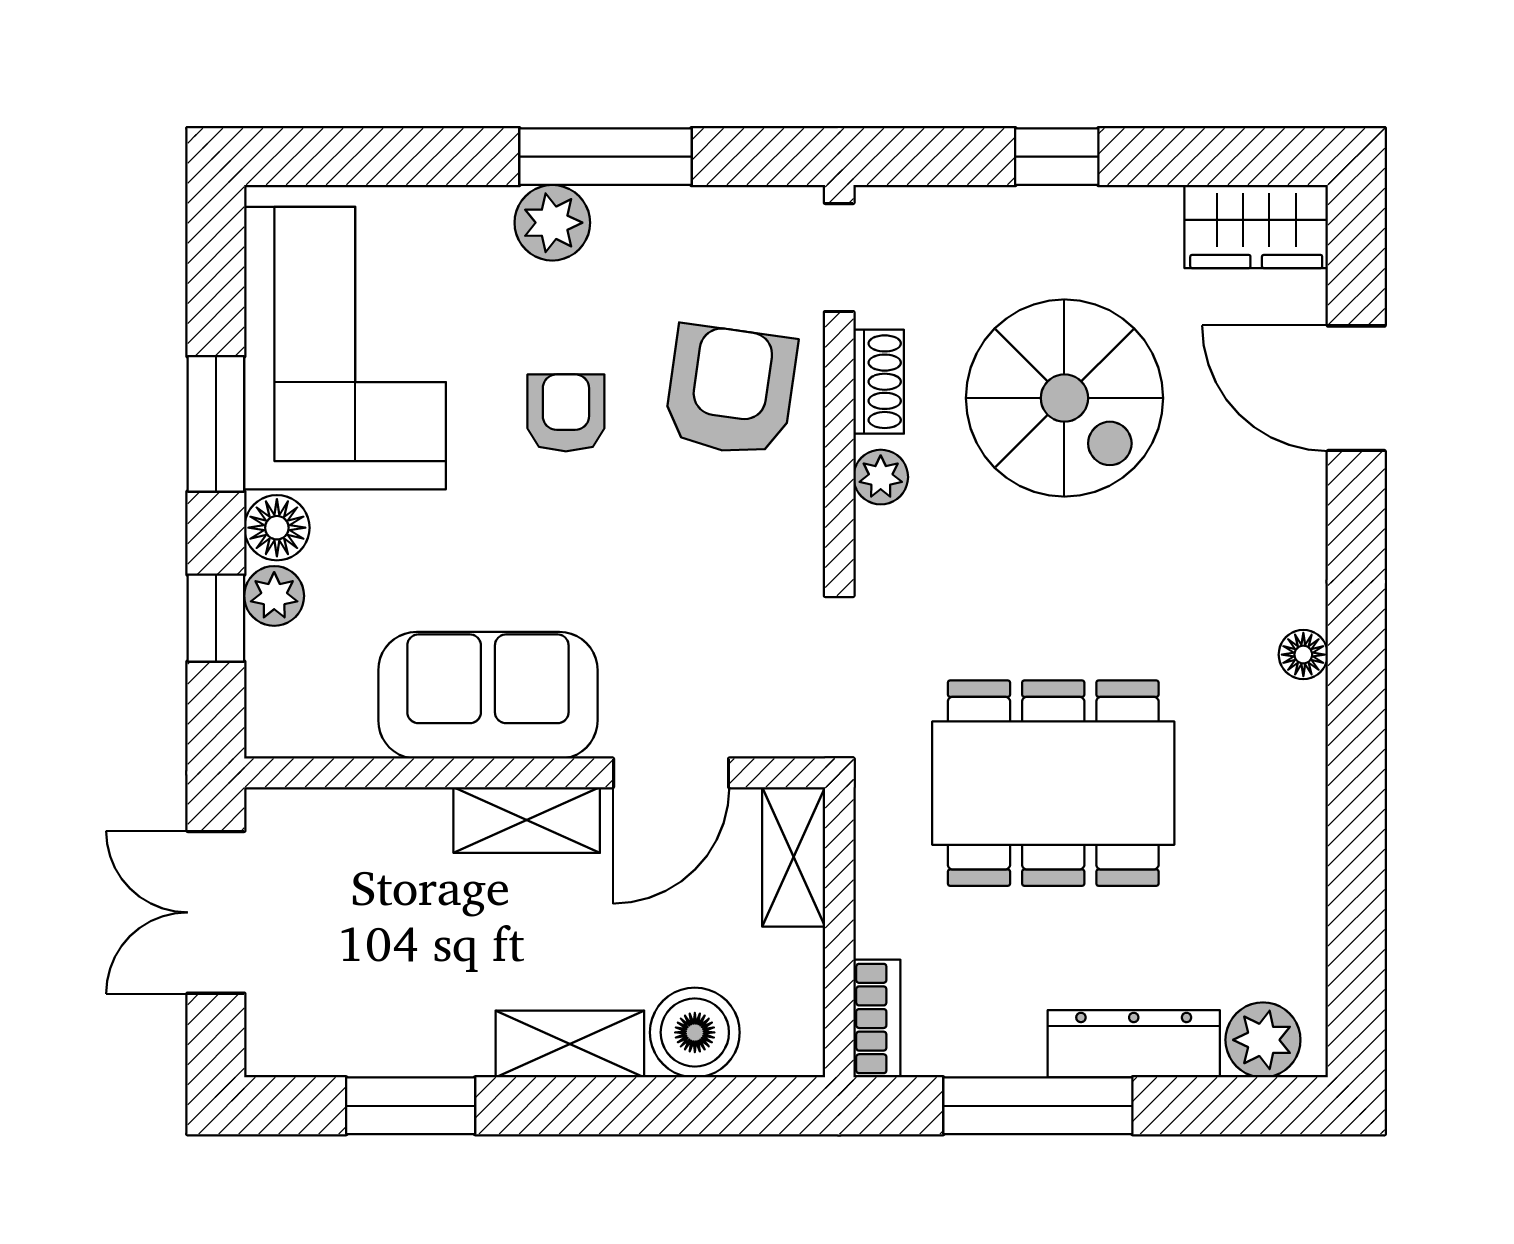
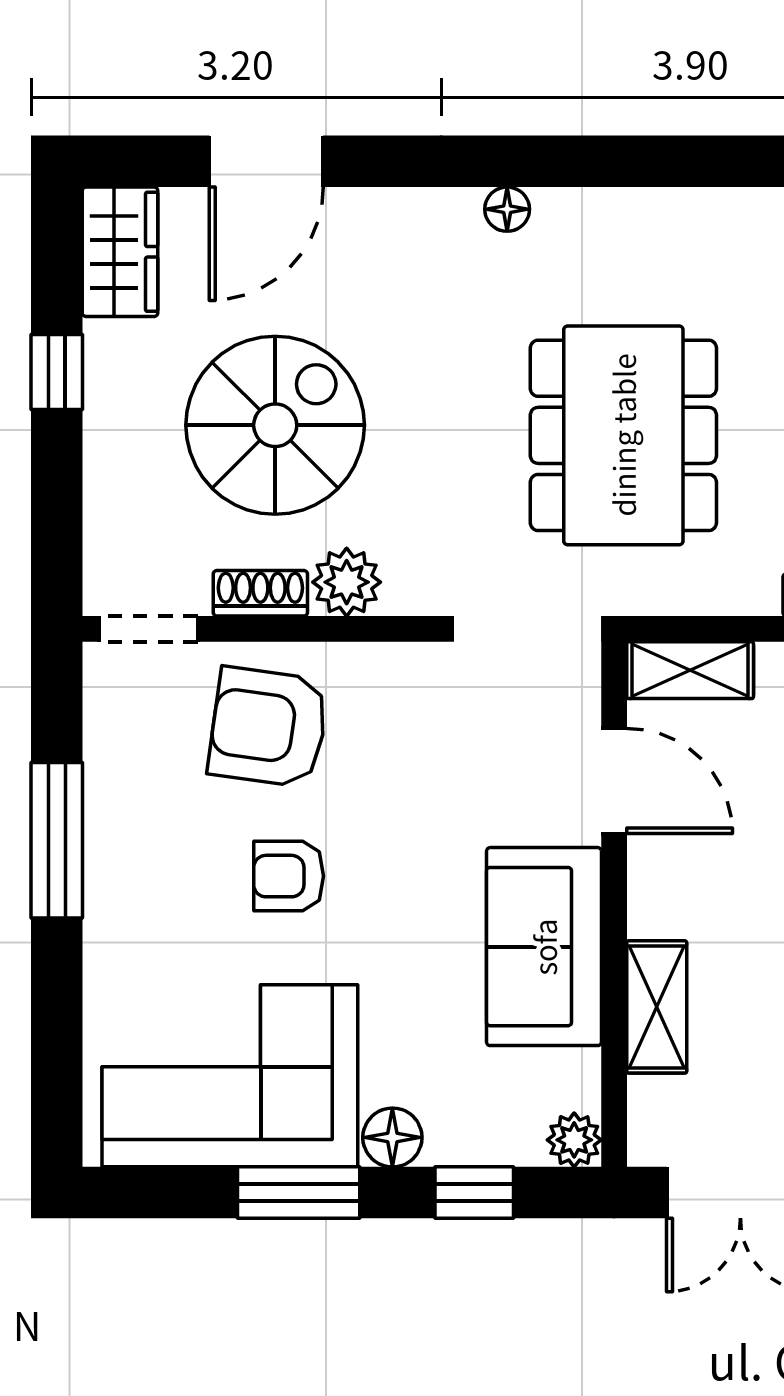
window: (1057, 157) -> (57, 372), moved
plant: (552, 223) -> (117, 888), removed
plant: (881, 477) -> (347, 582), width x1.38, depth x1.38
plant: (274, 596) -> (574, 1140), moved
shelving: (527, 820) -> (657, 1007), moved

